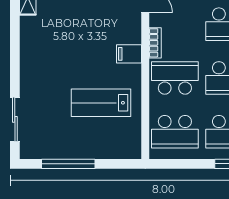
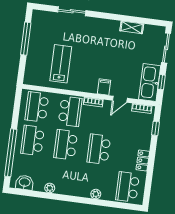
filing cabinet: (129, 54) -> (104, 87), moved
sliding door: (15, 119) -> (72, 11), moved

